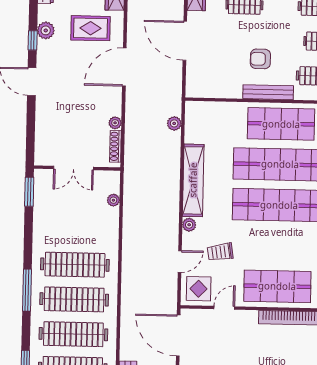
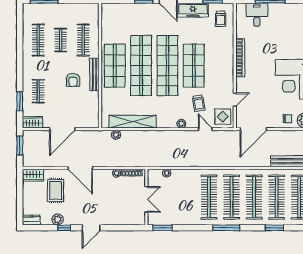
shelving: (193, 180) -> (133, 122), moved
shop shelf: (277, 286) -> (194, 66), moved
door: (224, 308) -> (235, 100), swing flipped

